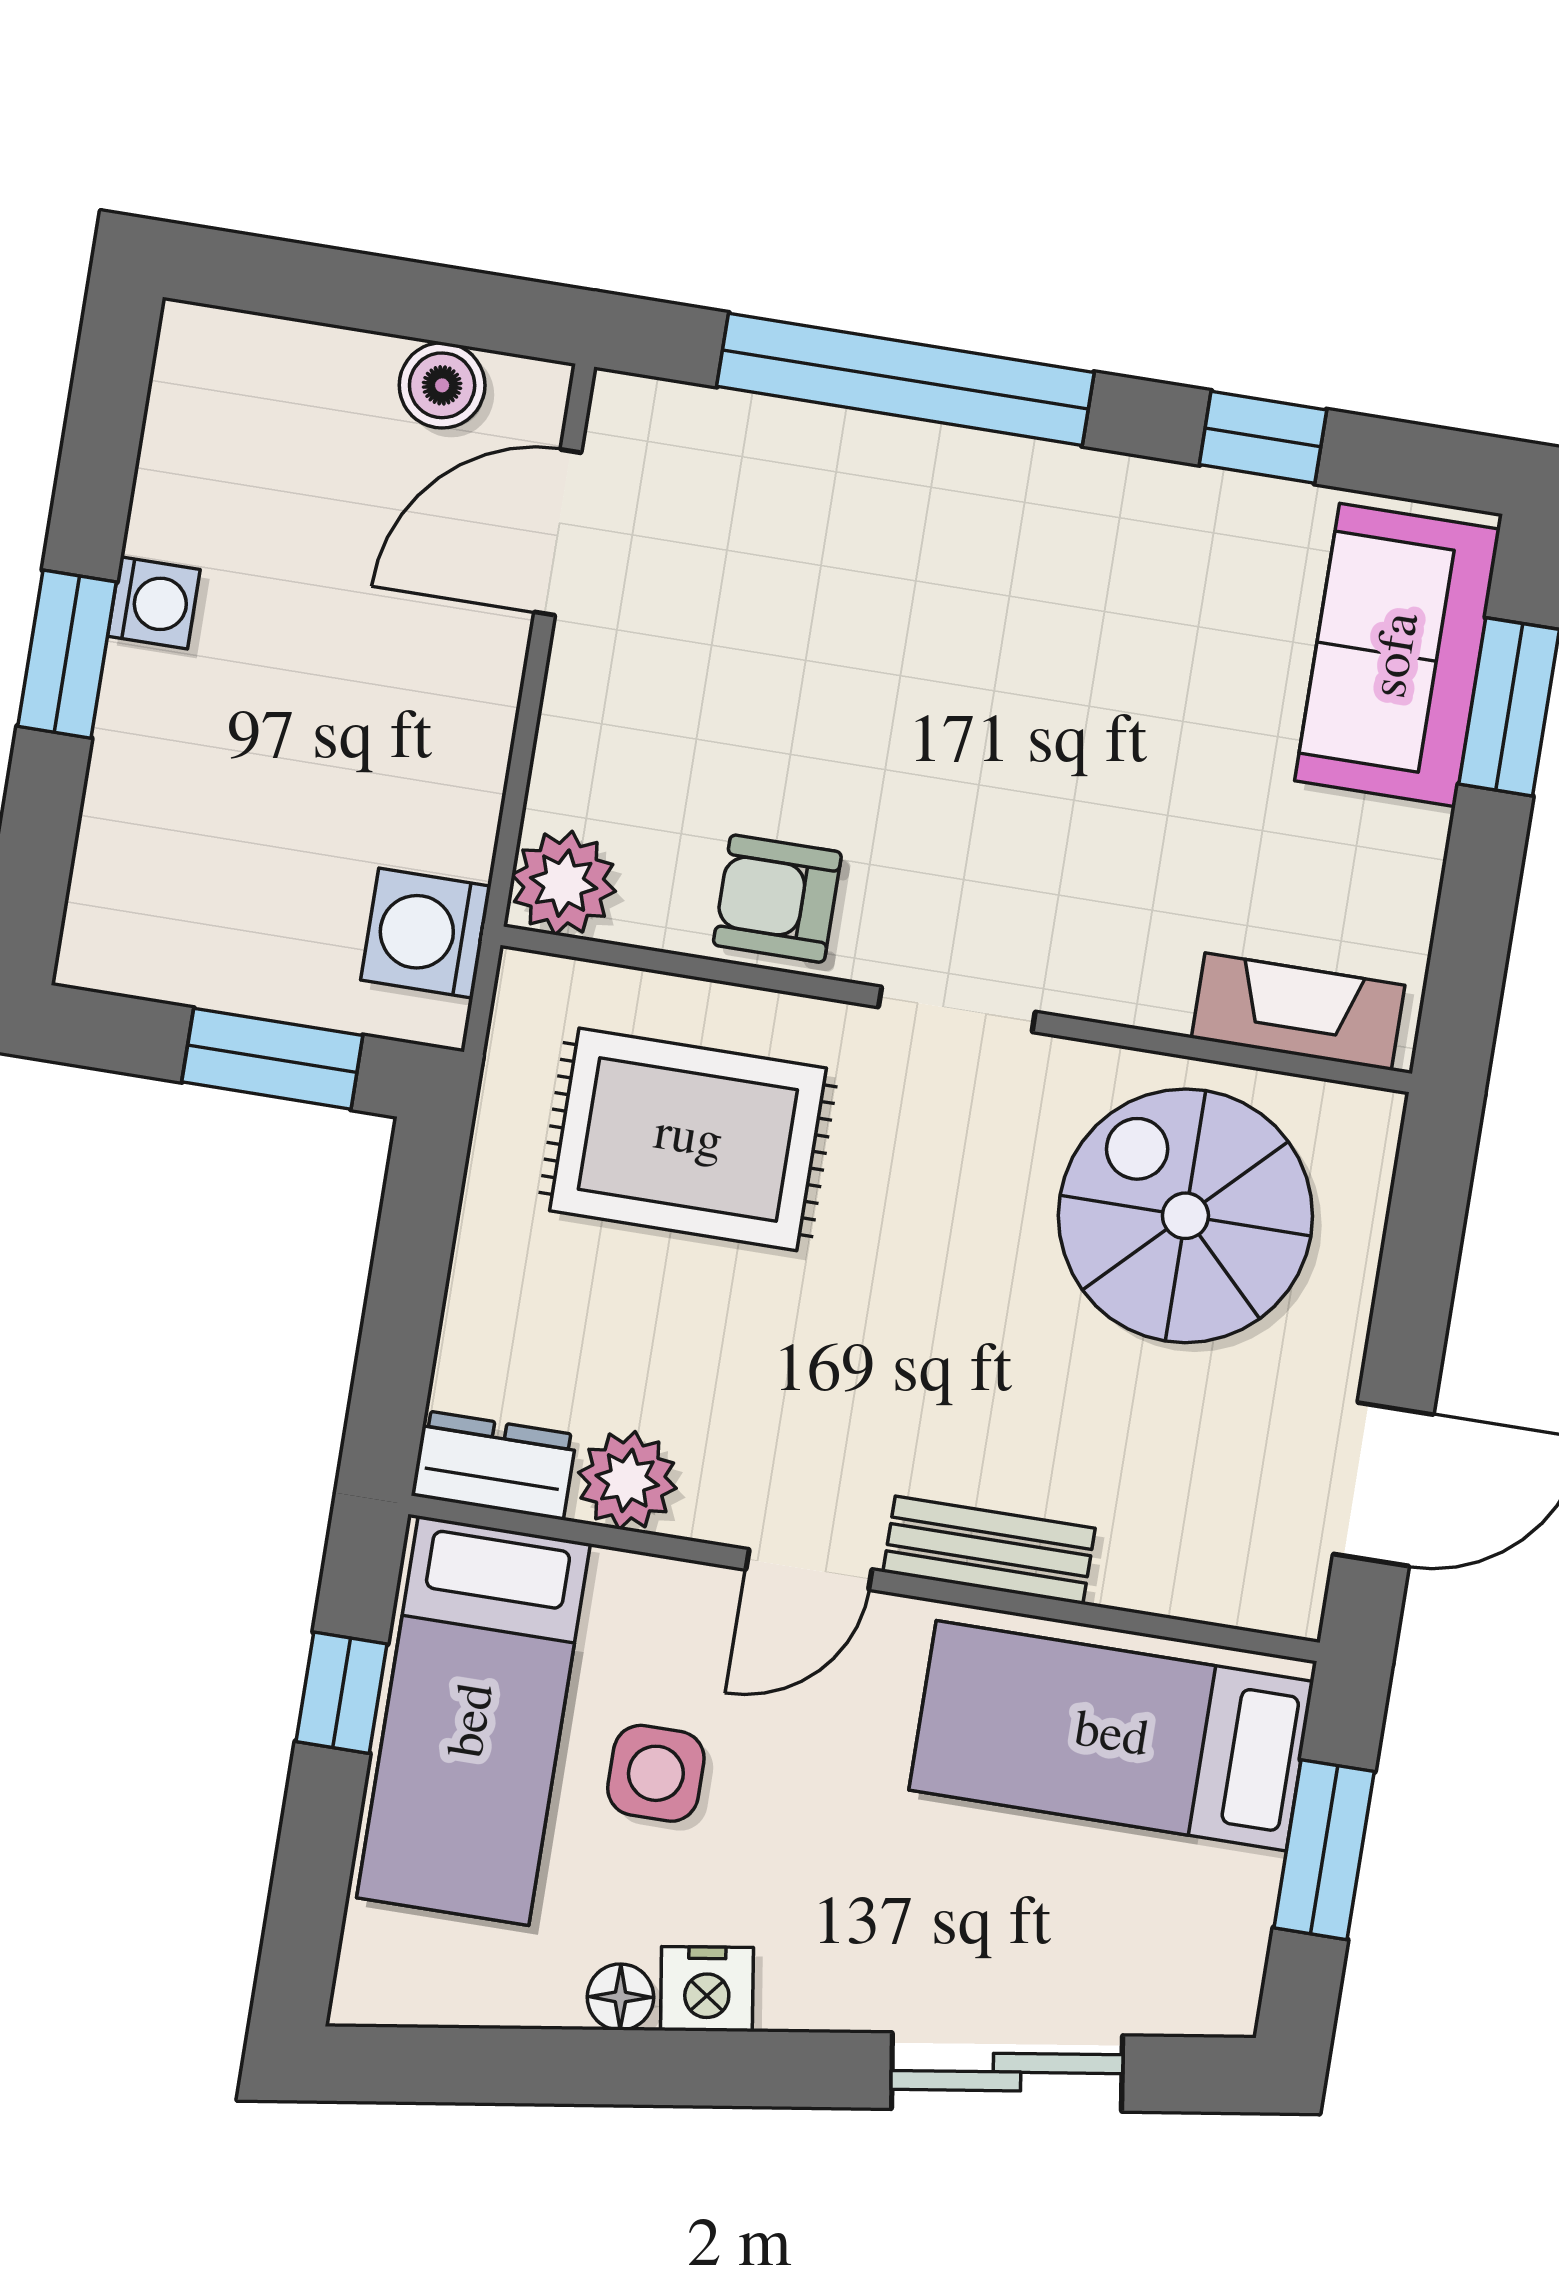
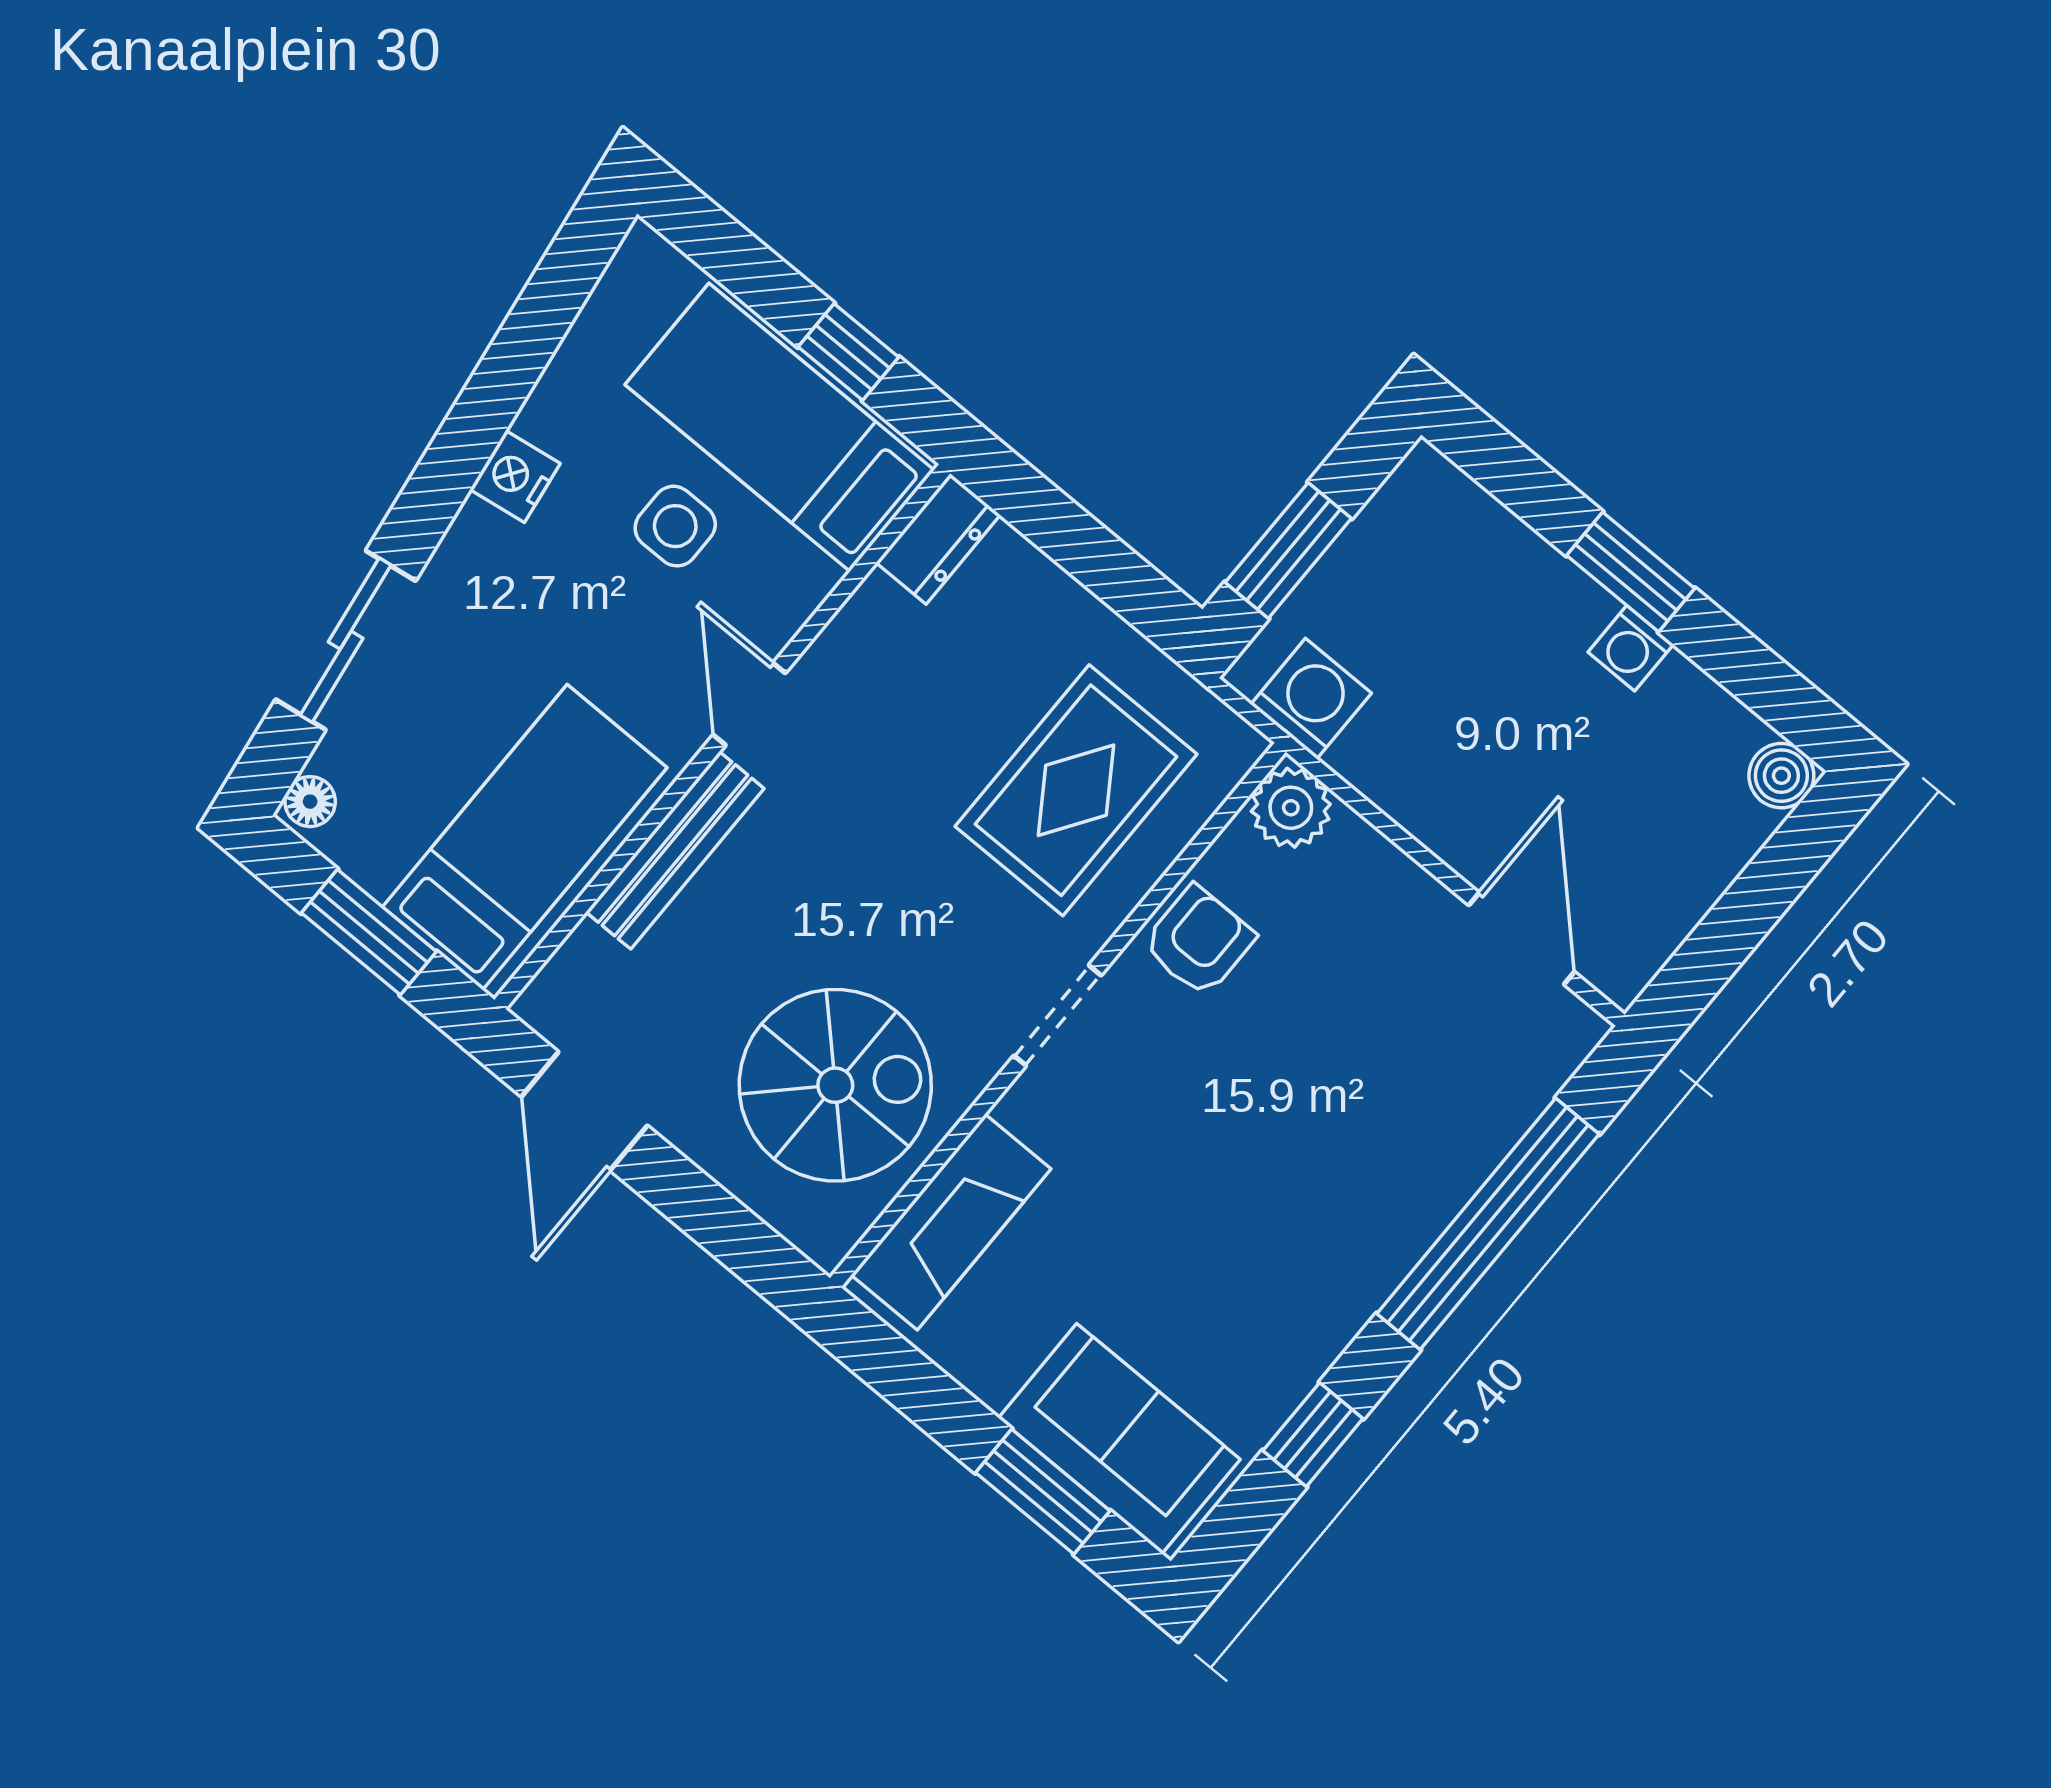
boiler: (442, 385) -> (1781, 776), moved
fireplace: (1298, 1012) -> (951, 1222), width x1.37, depth x1.32
plant: (627, 1480) -> (877, 620), removed
bench: (989, 1550) -> (675, 850), width x1.36
floor lamp: (620, 1997) -> (310, 802), moved

